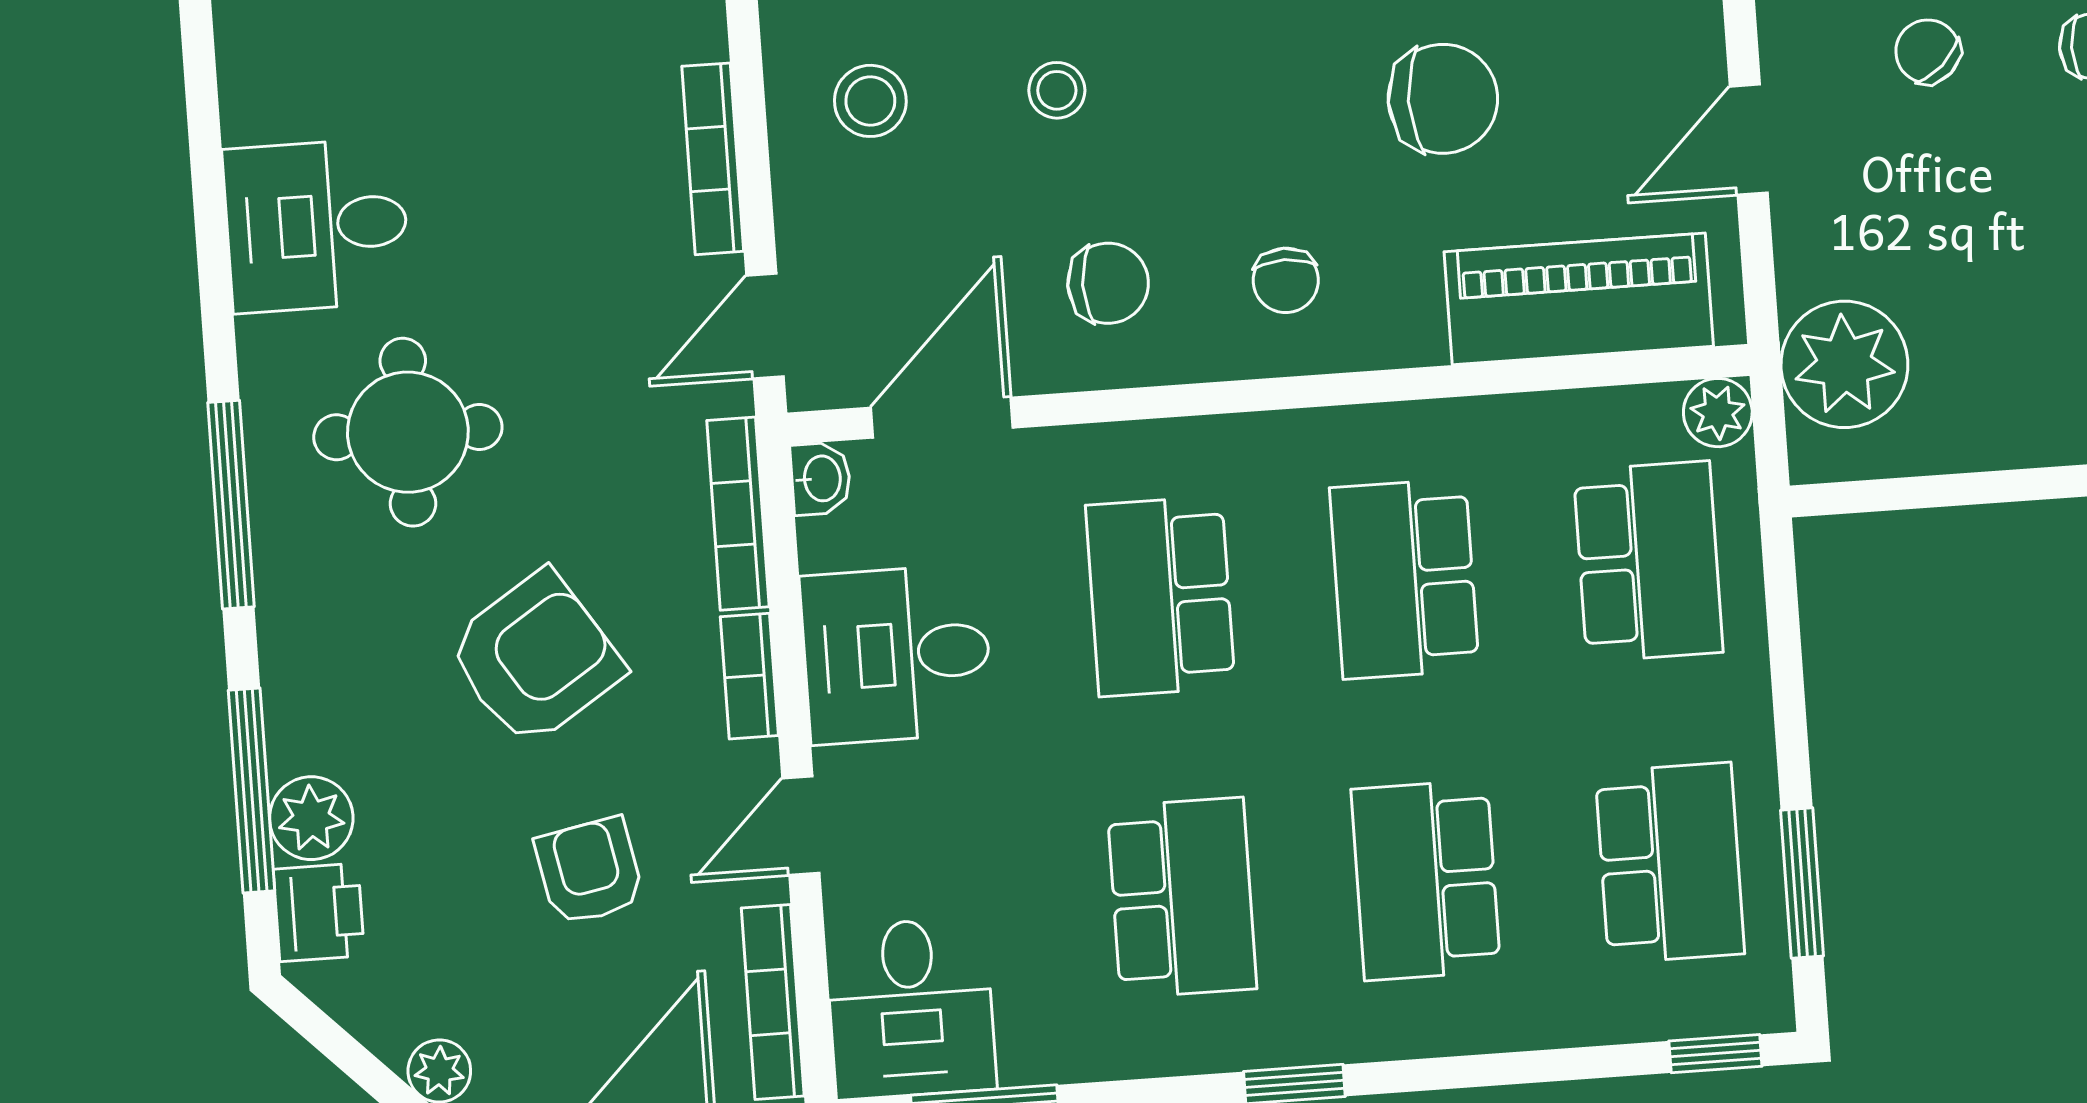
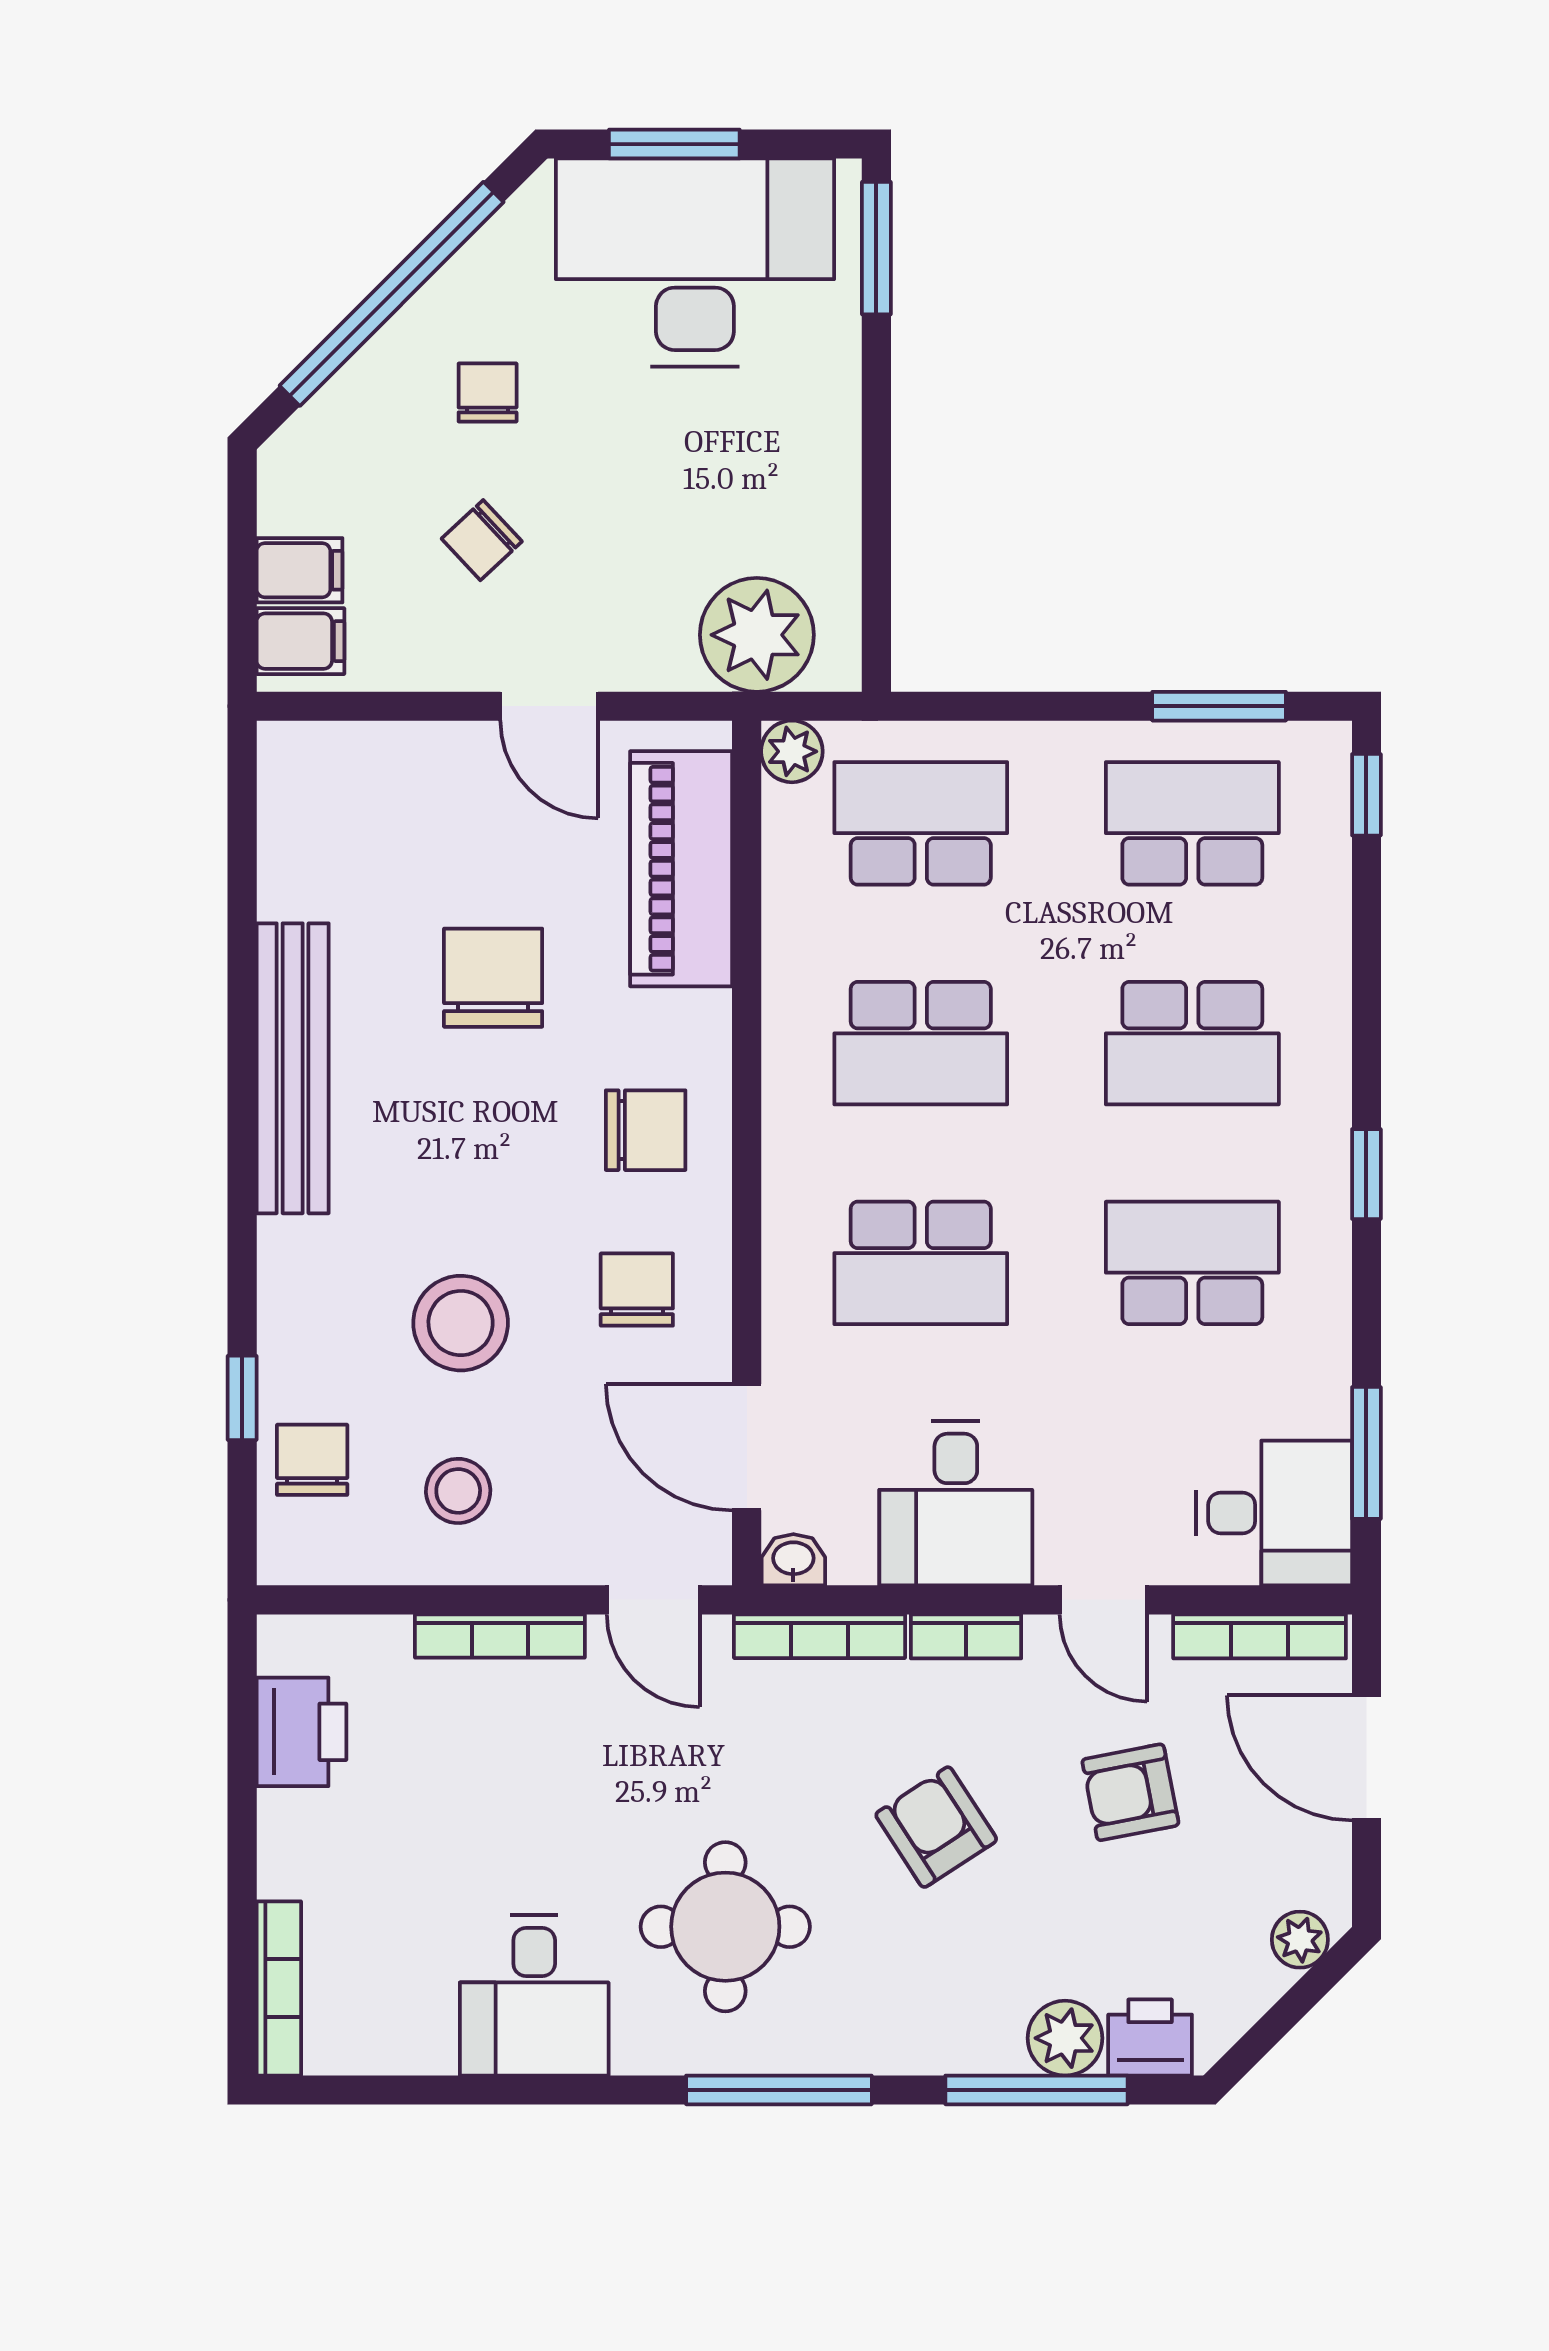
stool: (1057, 90) -> (461, 1323), width x1.89, depth x1.89
chair: (1286, 280) -> (646, 1130), width x1.37, depth x1.37
armchair: (535, 658) -> (936, 1827), width x0.72, depth x0.72

